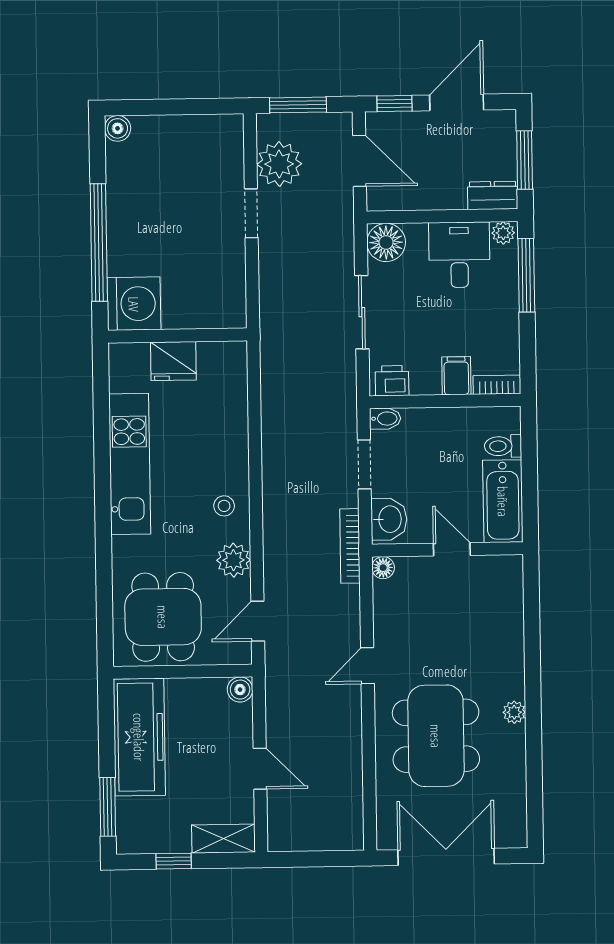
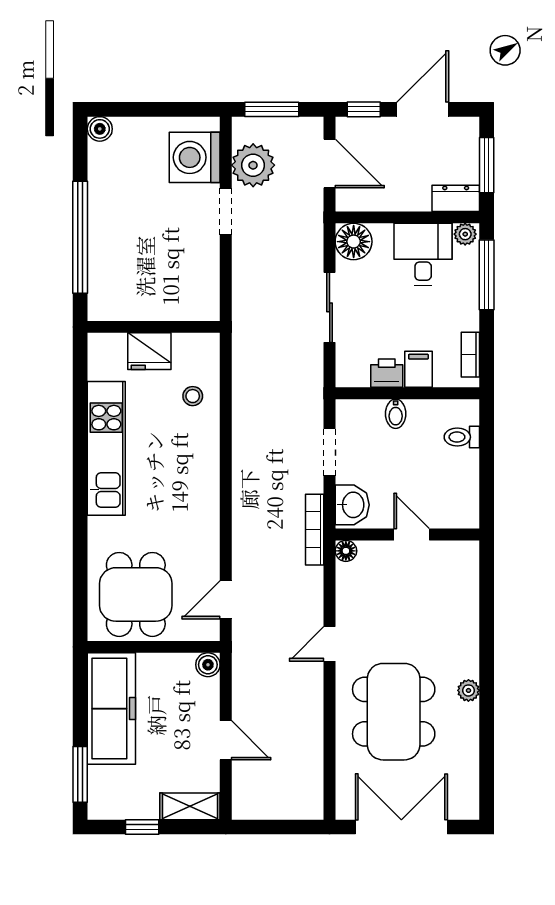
washing machine: (134, 304) -> (195, 157), moved, turned 180
printer: (392, 381) -> (387, 373), moved
bookcase: (497, 385) -> (470, 355), moved, turned -90
bidet: (385, 419) -> (396, 414), moved, turned 90
bathtub: (503, 501) -> (461, 489), removed
stool: (224, 506) -> (193, 396), moved
plant: (234, 560) -> (204, 541), removed

